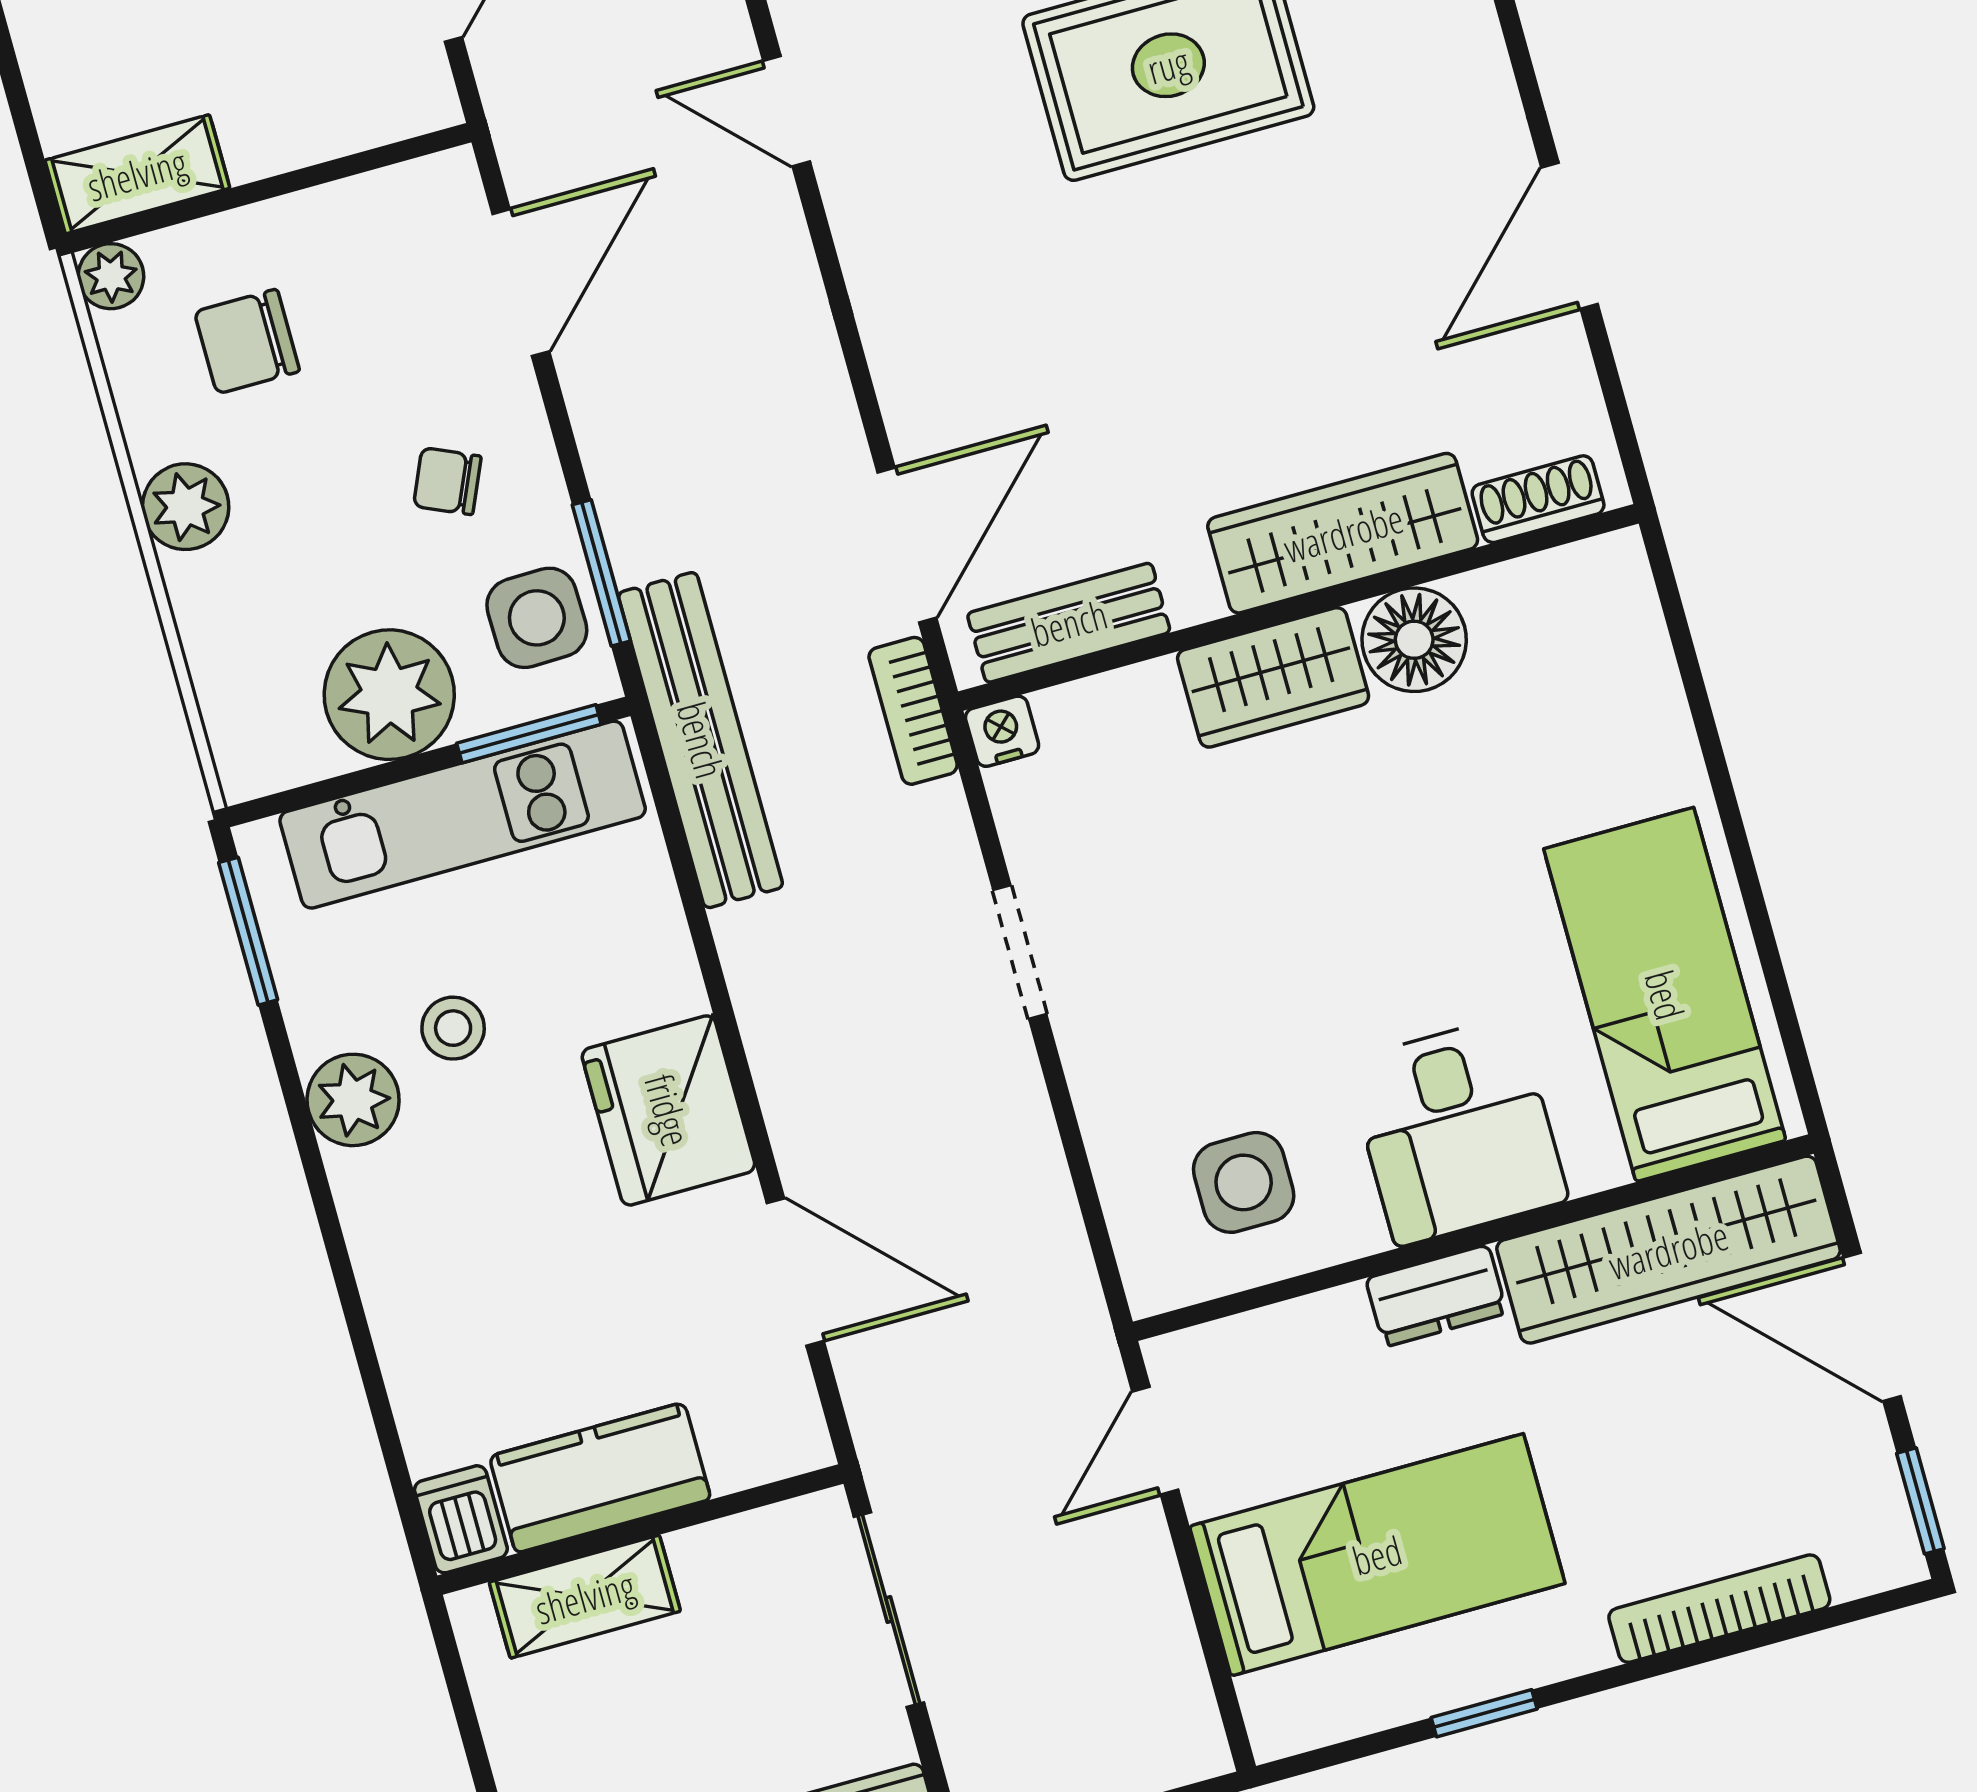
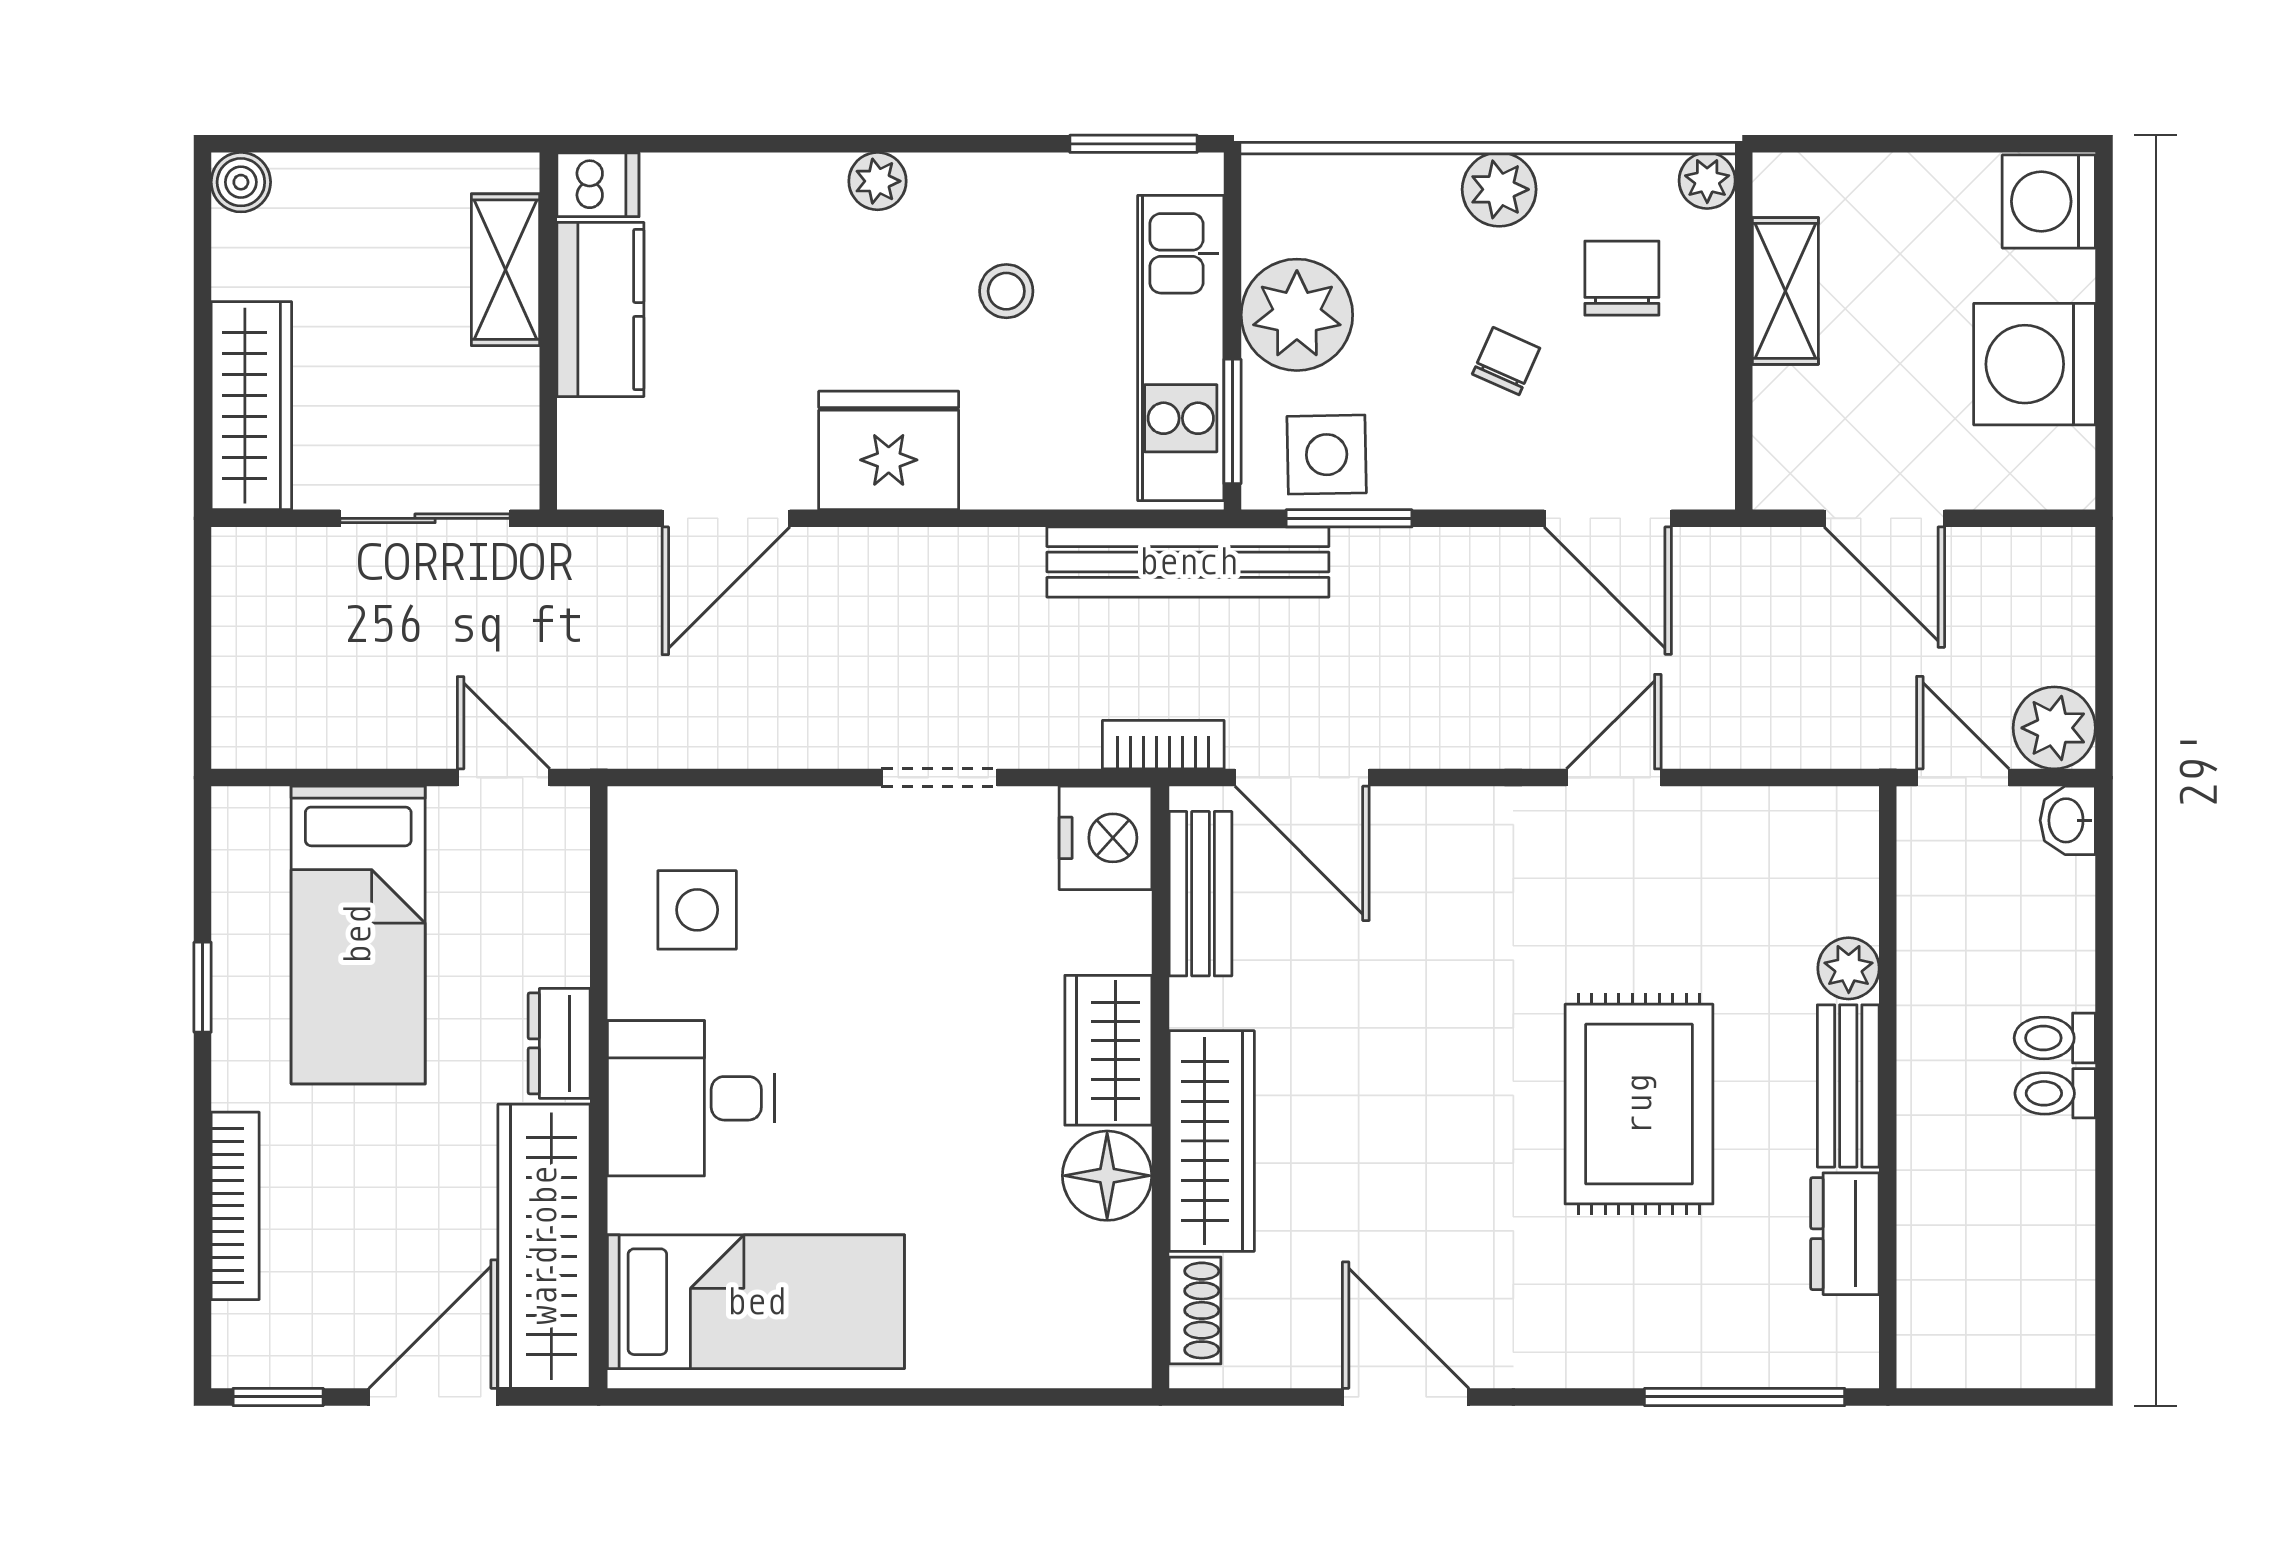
door: (787, 111) -> (1614, 778), moved
shelving: (137, 174) -> (1785, 291), moved
chair: (447, 481) -> (1506, 361), moved
nightstand: (1002, 731) -> (1105, 838), width x1.89, depth x1.79
plant: (353, 1100) -> (878, 181), moved, width x0.73, depth x0.73

